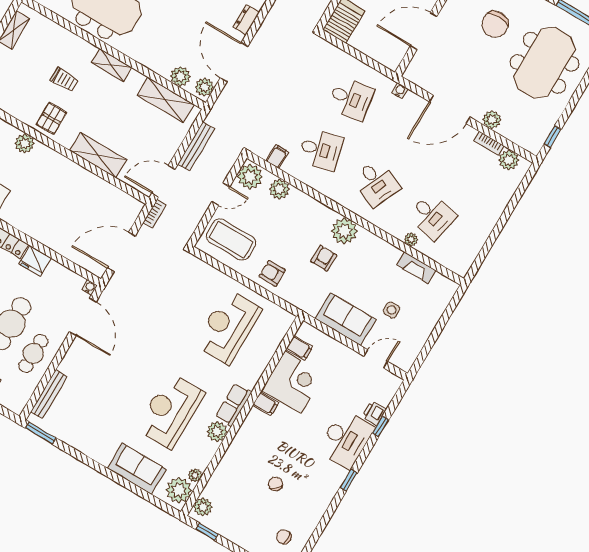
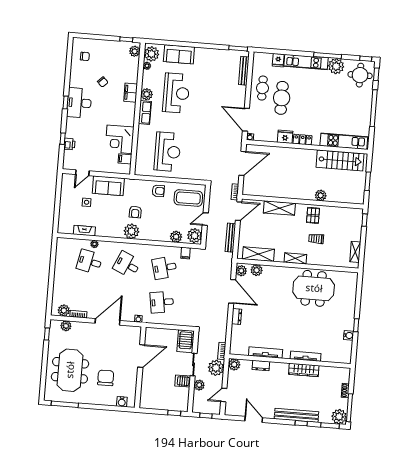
plant: (492, 120) -> (66, 326), moved
filing cabinet: (266, 404) -> (131, 93), moved, width x2.00
desk: (346, 439) -> (79, 103), moved

